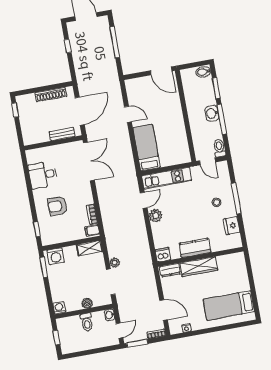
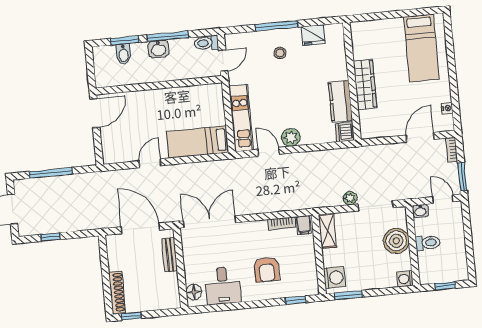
bidet: (203, 72) -> (124, 54), moved
shoe rack: (51, 95) -> (117, 292), moved
floor lamp: (36, 154) -> (194, 292), added
kitchen counter: (195, 248) -> (340, 101), moved
dresser: (170, 270) -> (367, 124), removed
boiler: (87, 303) -> (396, 241), width x1.86, depth x1.86

